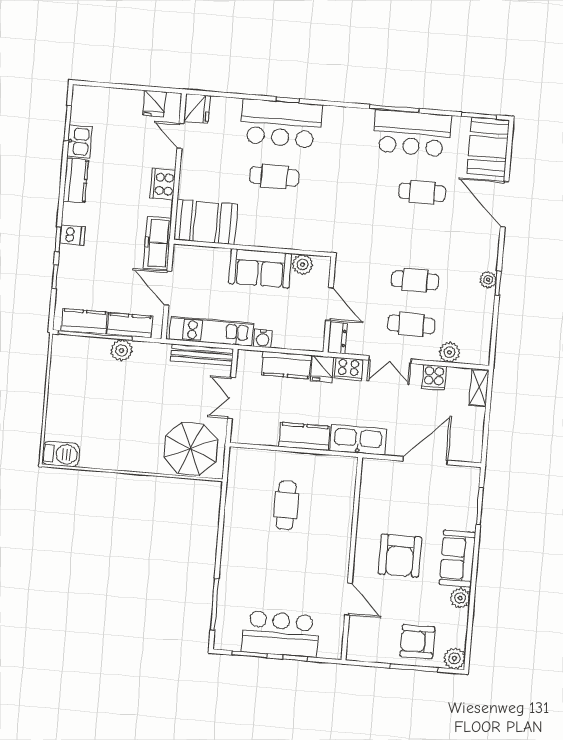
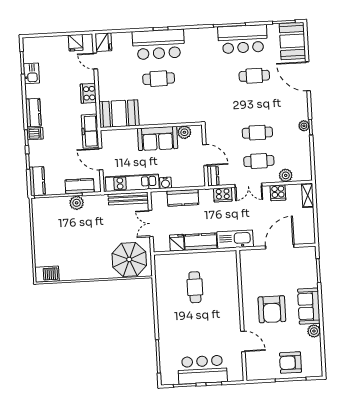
kitchen counter: (76, 181) -> (33, 113), moved
kitchen counter: (84, 321) -> (37, 181), moved, turned 90
fridge: (322, 369) -> (177, 243), moved, turned 180
plant: (454, 658) -> (316, 370), removed

